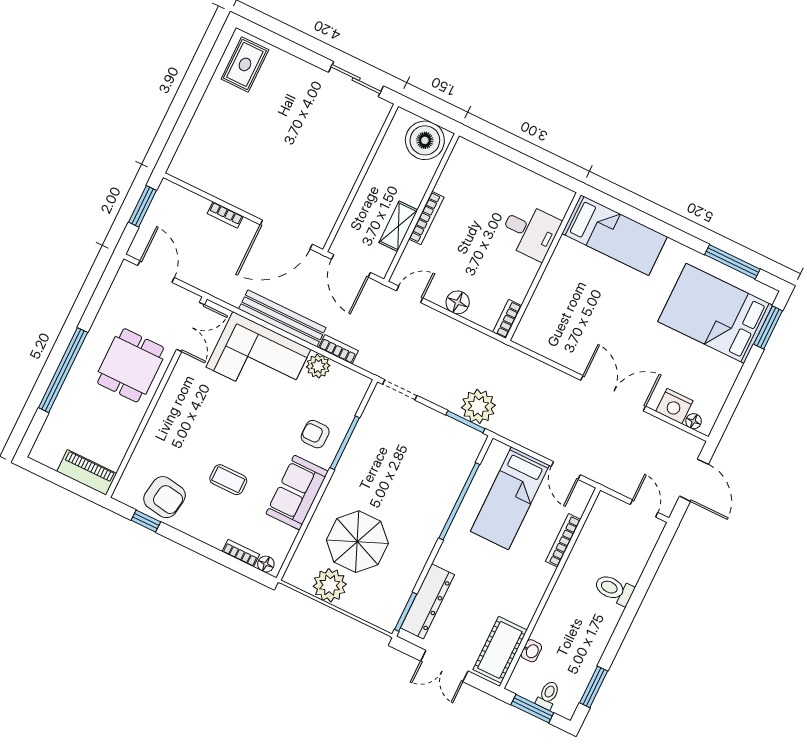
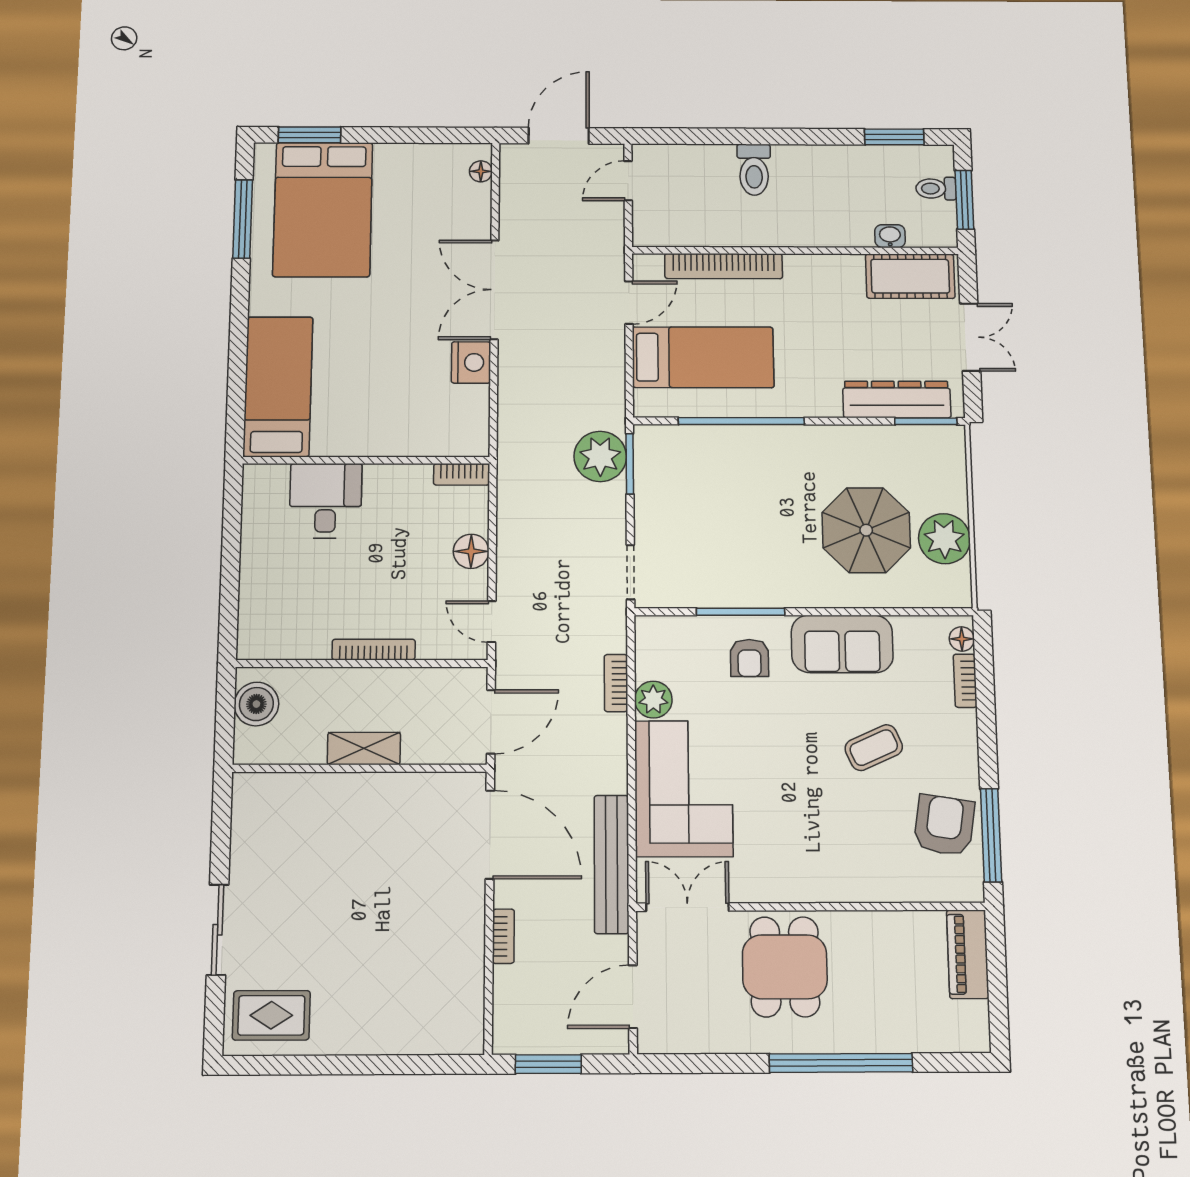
sliding door: (356, 79) -> (217, 930), moved
boiler: (425, 140) -> (256, 704), width x0.73, depth x0.73
shelving: (398, 226) -> (364, 748), moved
bench: (282, 318) -> (611, 864), moved
dining table: (131, 365) -> (785, 967), turned 90
nightstand: (674, 406) -> (471, 362), moved
coffee table: (228, 480) -> (874, 748), turned 66
window: (146, 521) -> (991, 835), width x2.17
bookcase: (563, 540) -> (724, 266), width x1.48, depth x1.31

